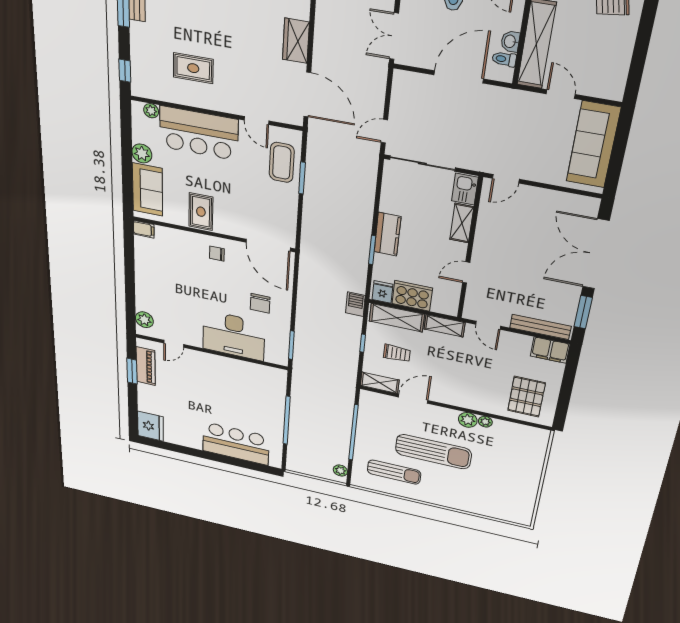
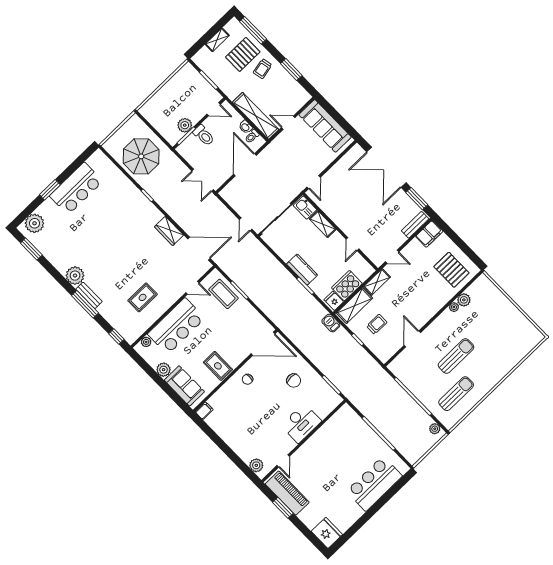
window: (641, 47) -> (291, 70), added
bench: (540, 327) -> (415, 225), width x0.73
desk: (234, 336) -> (301, 423), width x0.73, depth x0.77
piano: (146, 366) -> (287, 493), width x1.37, depth x1.33
shelving: (380, 383) -> (389, 351), removed
plant: (468, 420) -> (464, 300), moved
sun lounger: (433, 452) -> (456, 356), width x0.73, depth x0.75

